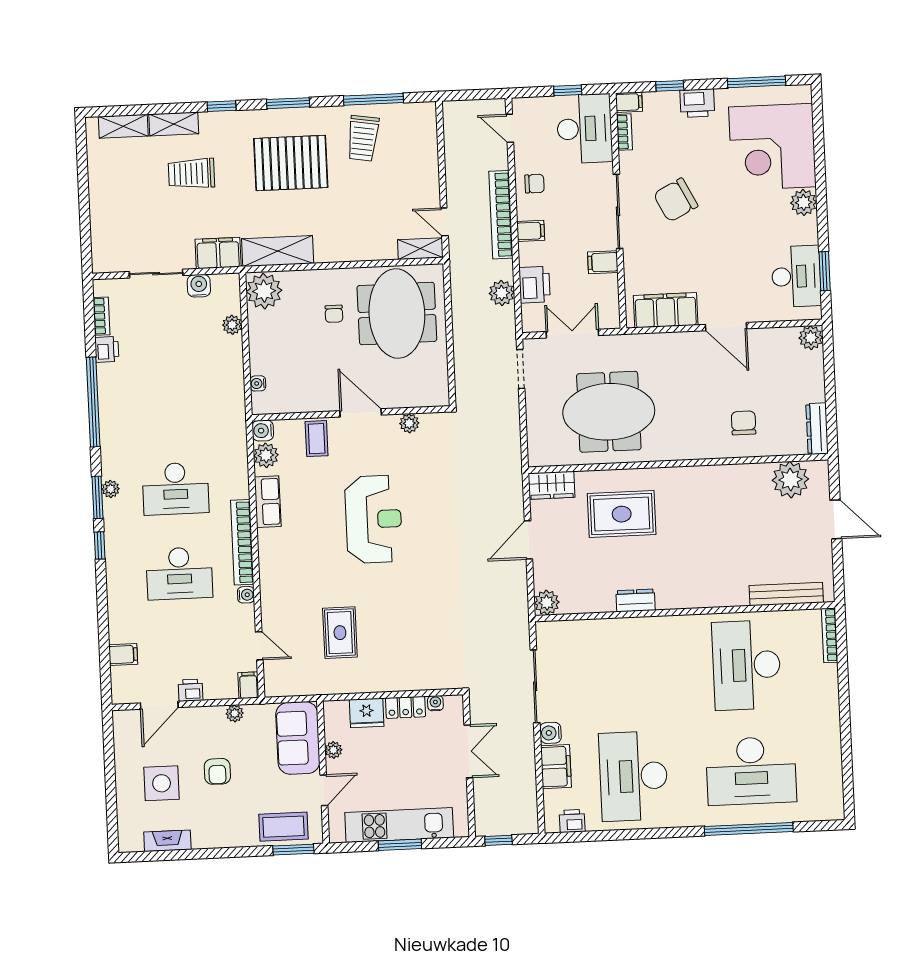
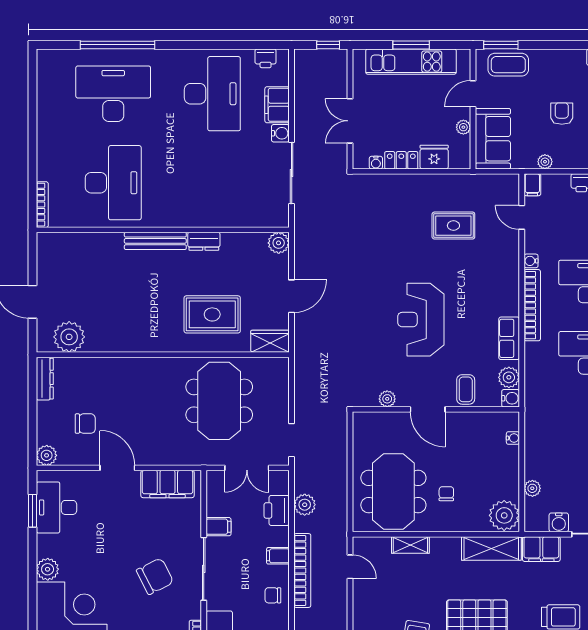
shelving: (420, 249) -> (410, 545), moved
meeting table: (609, 412) -> (219, 401), turned 90
chair: (744, 423) -> (85, 424), moved, turned -90
bench: (786, 594) -> (155, 241), moved
rug: (340, 633) -> (453, 226), turned 90

